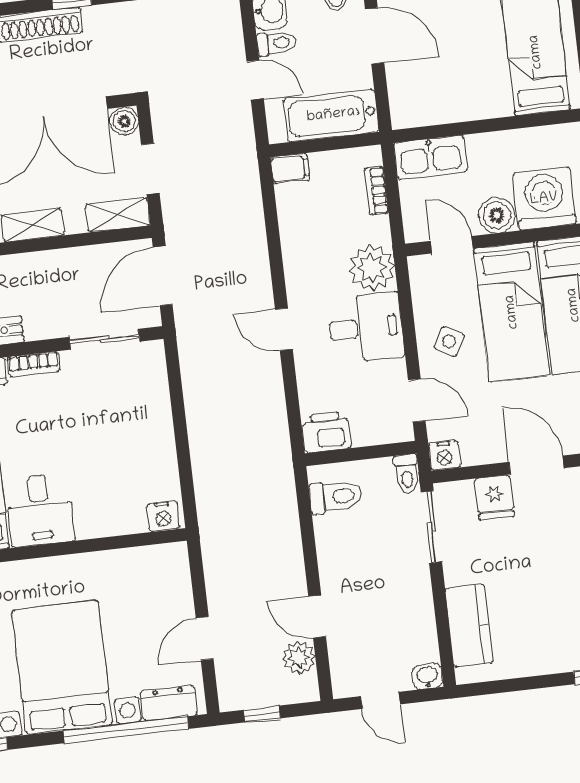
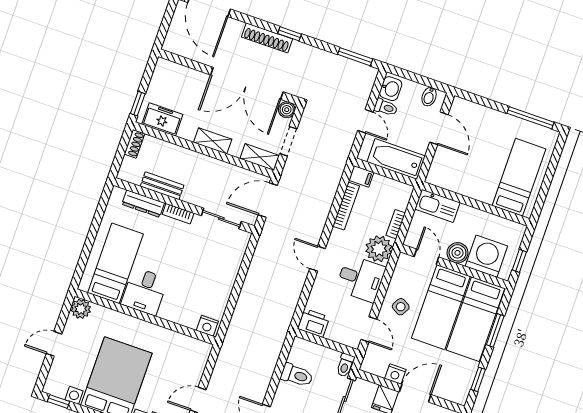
bookcase: (376, 191) -> (396, 224), moved
bookcase: (289, 226) -> (346, 206), added
nightstand: (444, 456) -> (395, 374), moved
door: (537, 465) -> (415, 393), hinge flipped
toilet: (336, 497) -> (297, 375), moved

